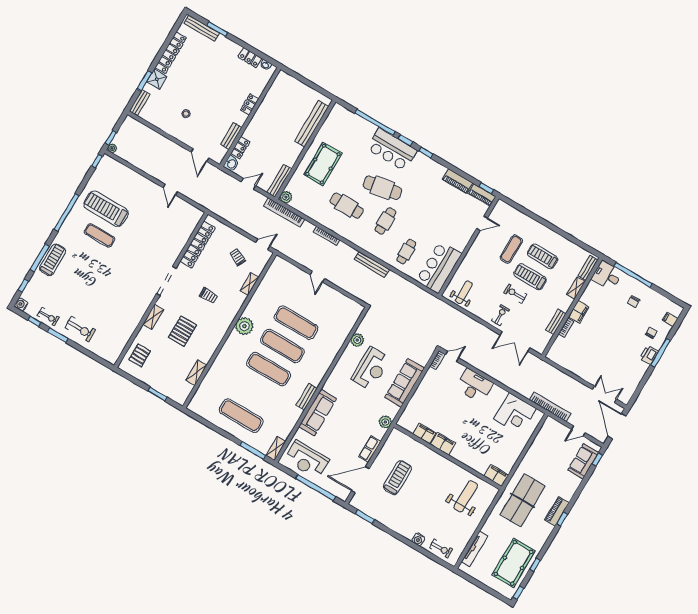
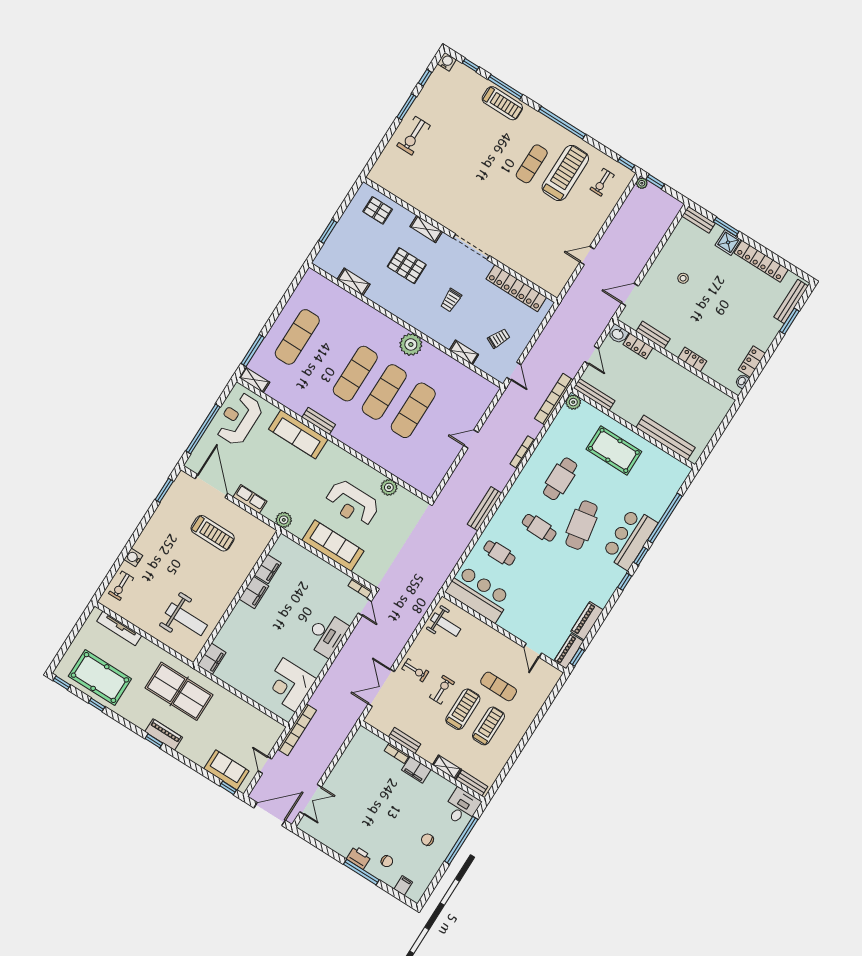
exercise bike: (48, 316) -> (602, 182), moved

